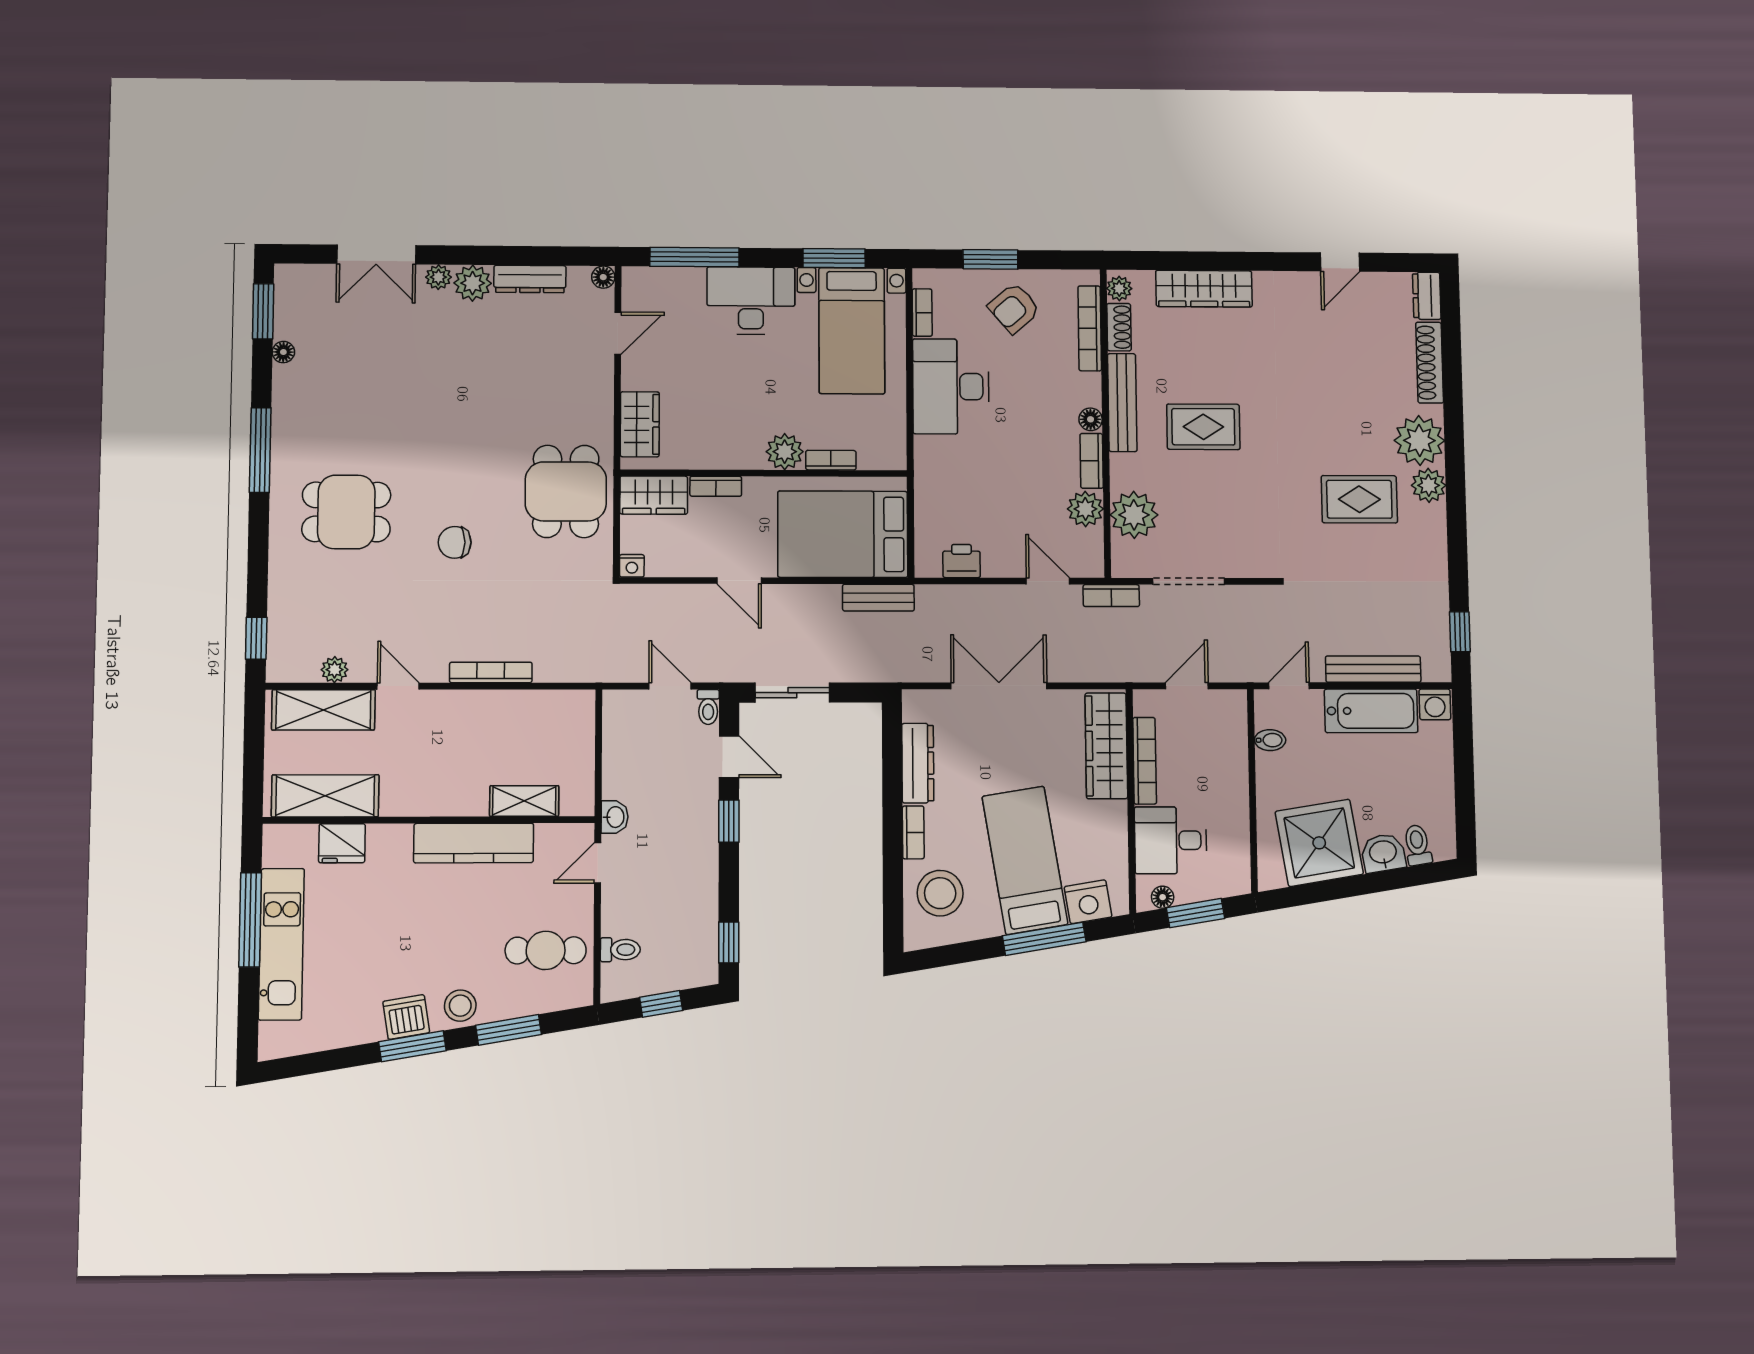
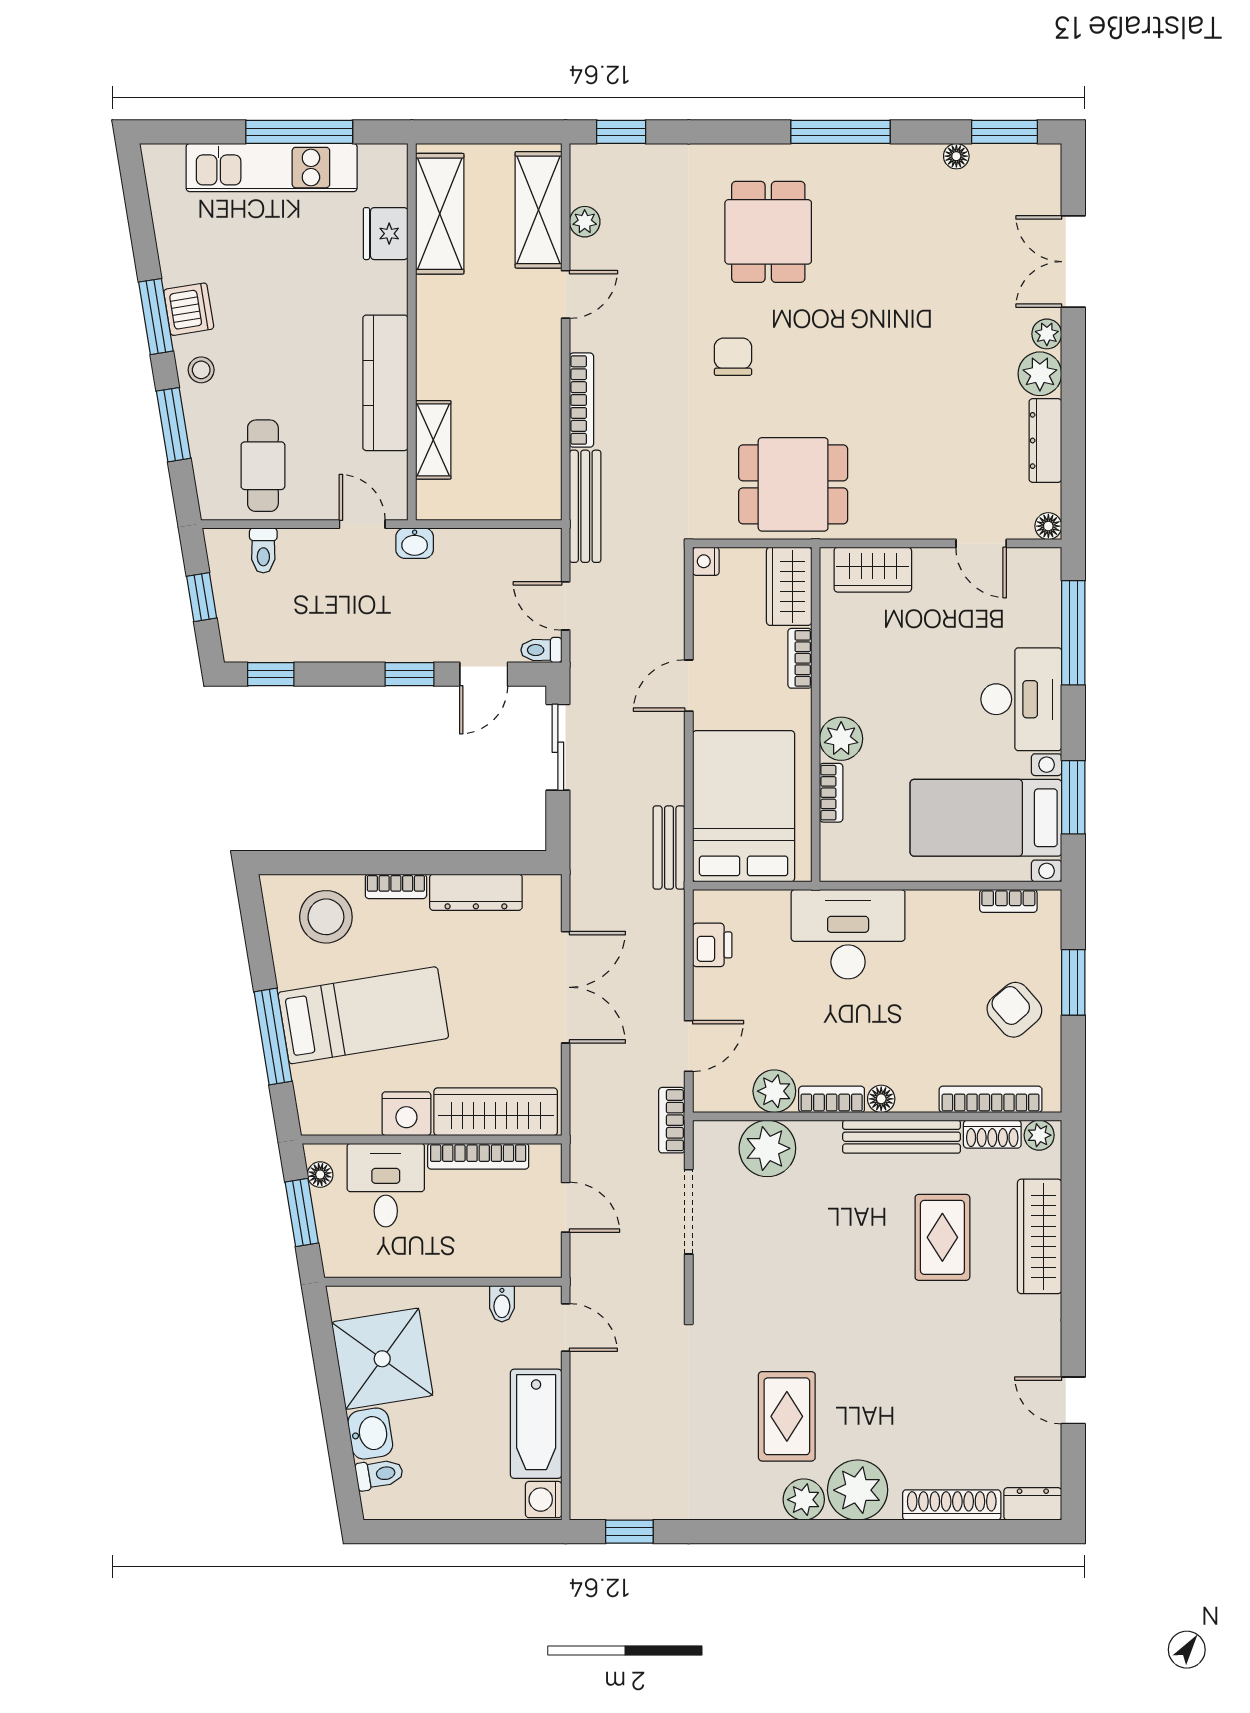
desk: (951, 387) -> (848, 934), moved
rug: (1203, 427) -> (942, 1237), moved
bench: (1373, 669) -> (585, 506), moved
door: (670, 686) -> (566, 606), swing flipped
nightstand: (1088, 902) -> (406, 1114), moved, turned -81
stool: (460, 1006) -> (201, 370), width x0.73, depth x0.73

